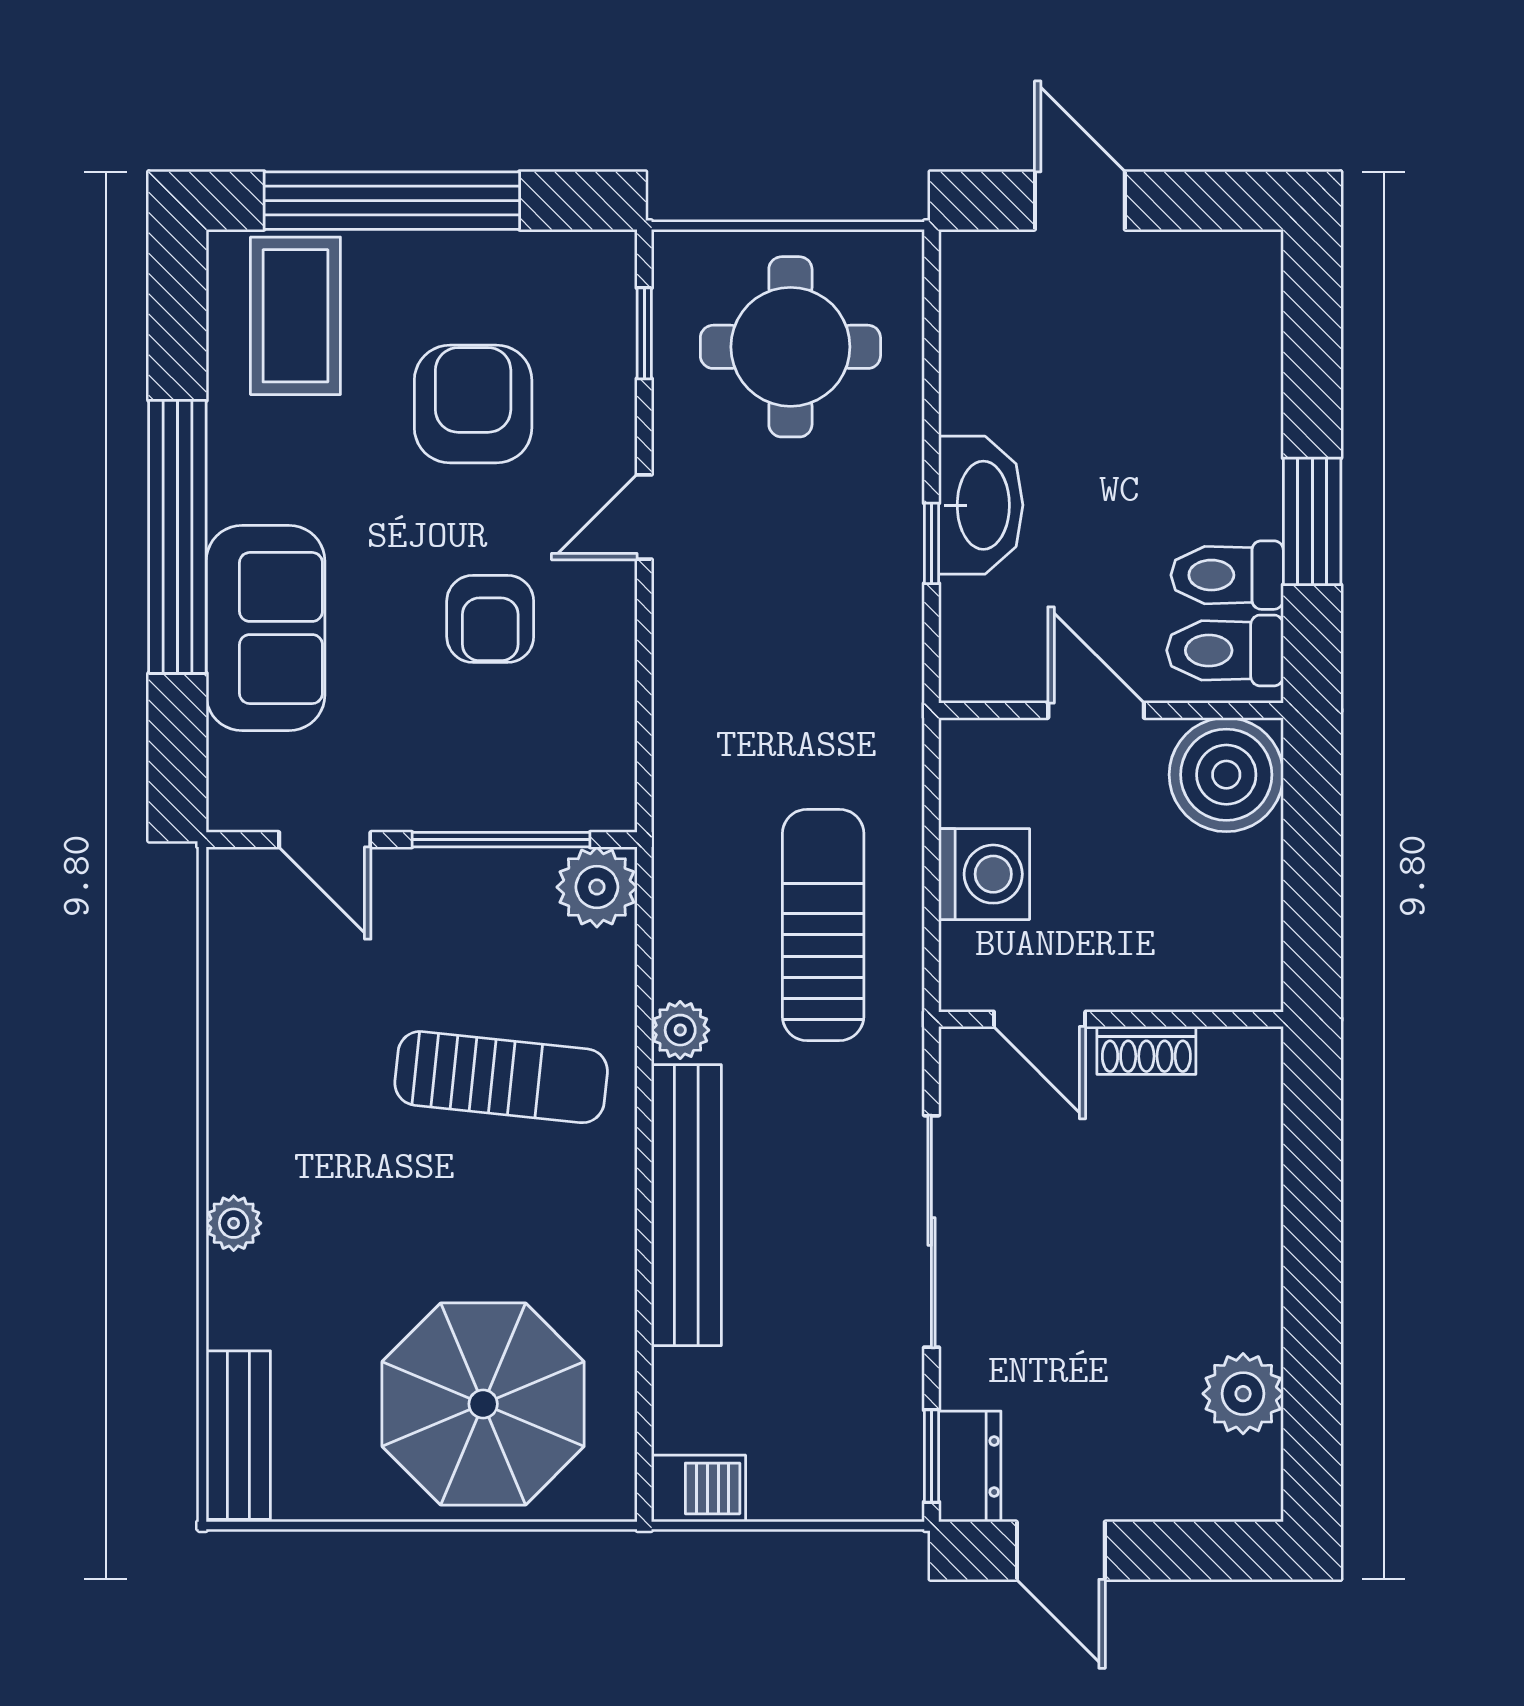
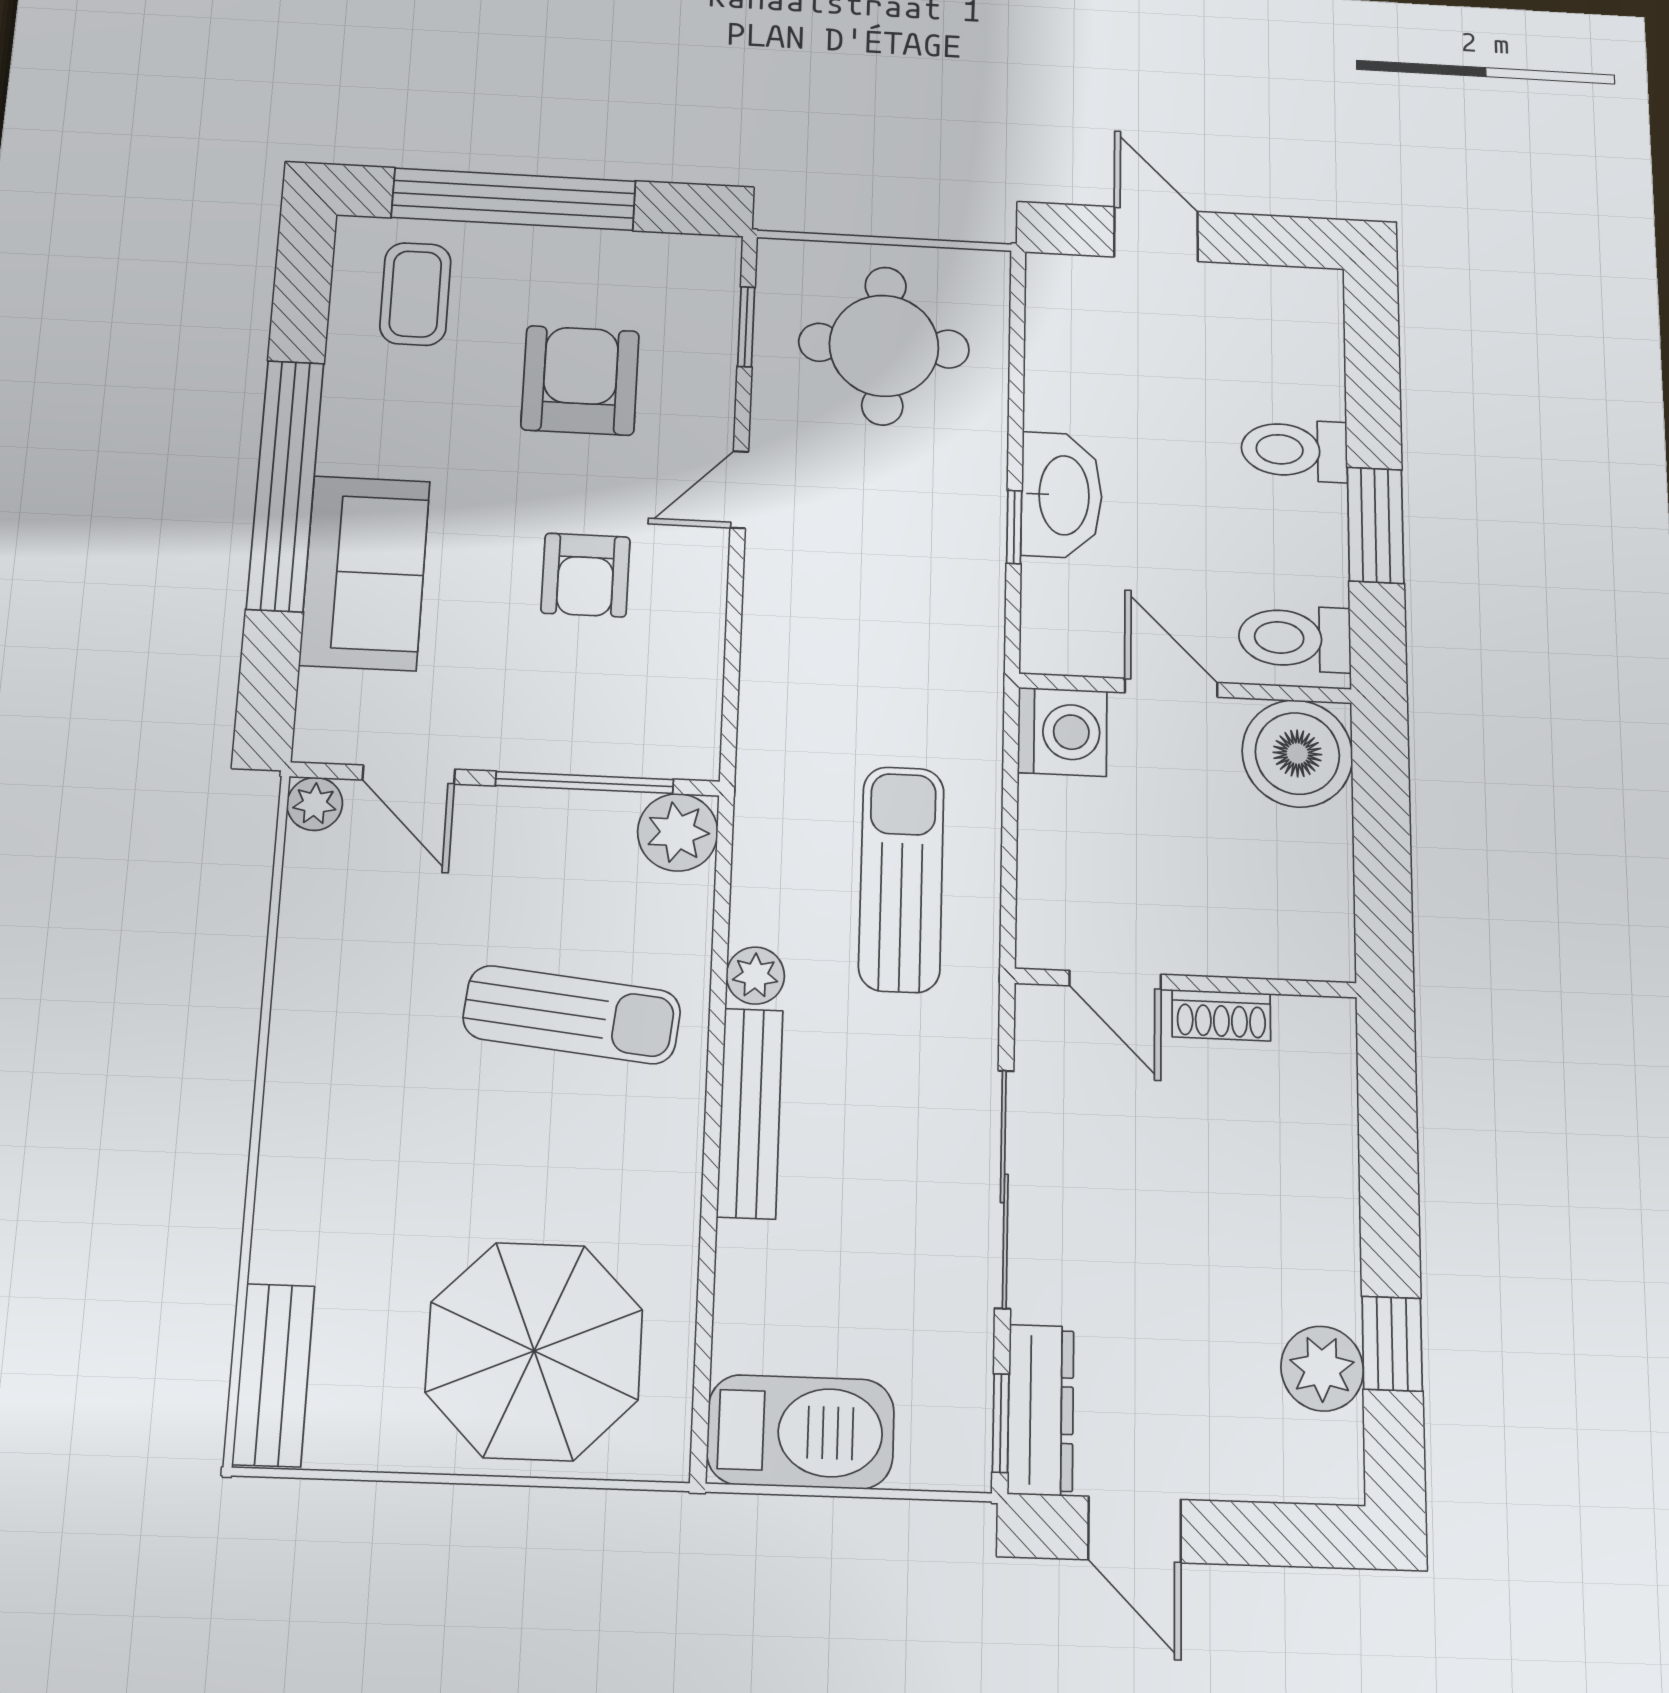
coffee table: (295, 316) -> (415, 294), width x0.73, depth x0.77
toilet: (1227, 575) -> (1294, 450), moved
washing machine: (984, 874) -> (1062, 732), moved
bench: (686, 1205) -> (750, 1113), width x0.73, depth x0.82
plant: (234, 1223) -> (315, 804), moved
window: (1312, 1367) -> (1392, 1344), added
dresser: (970, 1466) -> (1041, 1410), width x1.44
barbecue: (698, 1488) -> (801, 1432), width x1.88, depth x1.53

